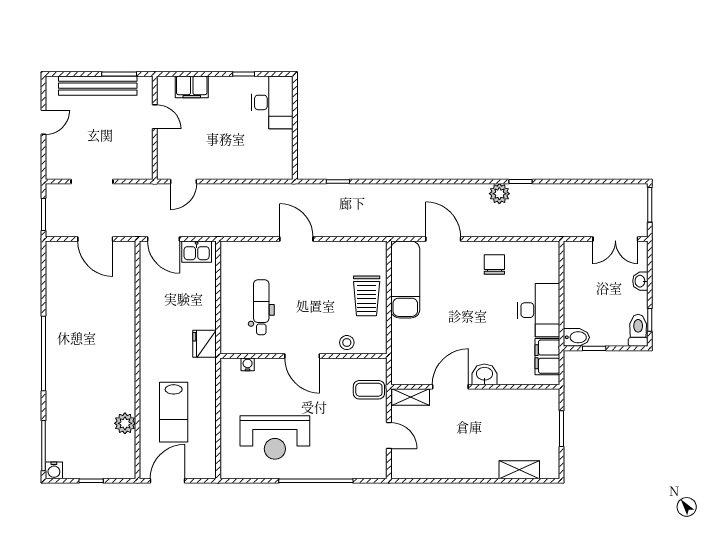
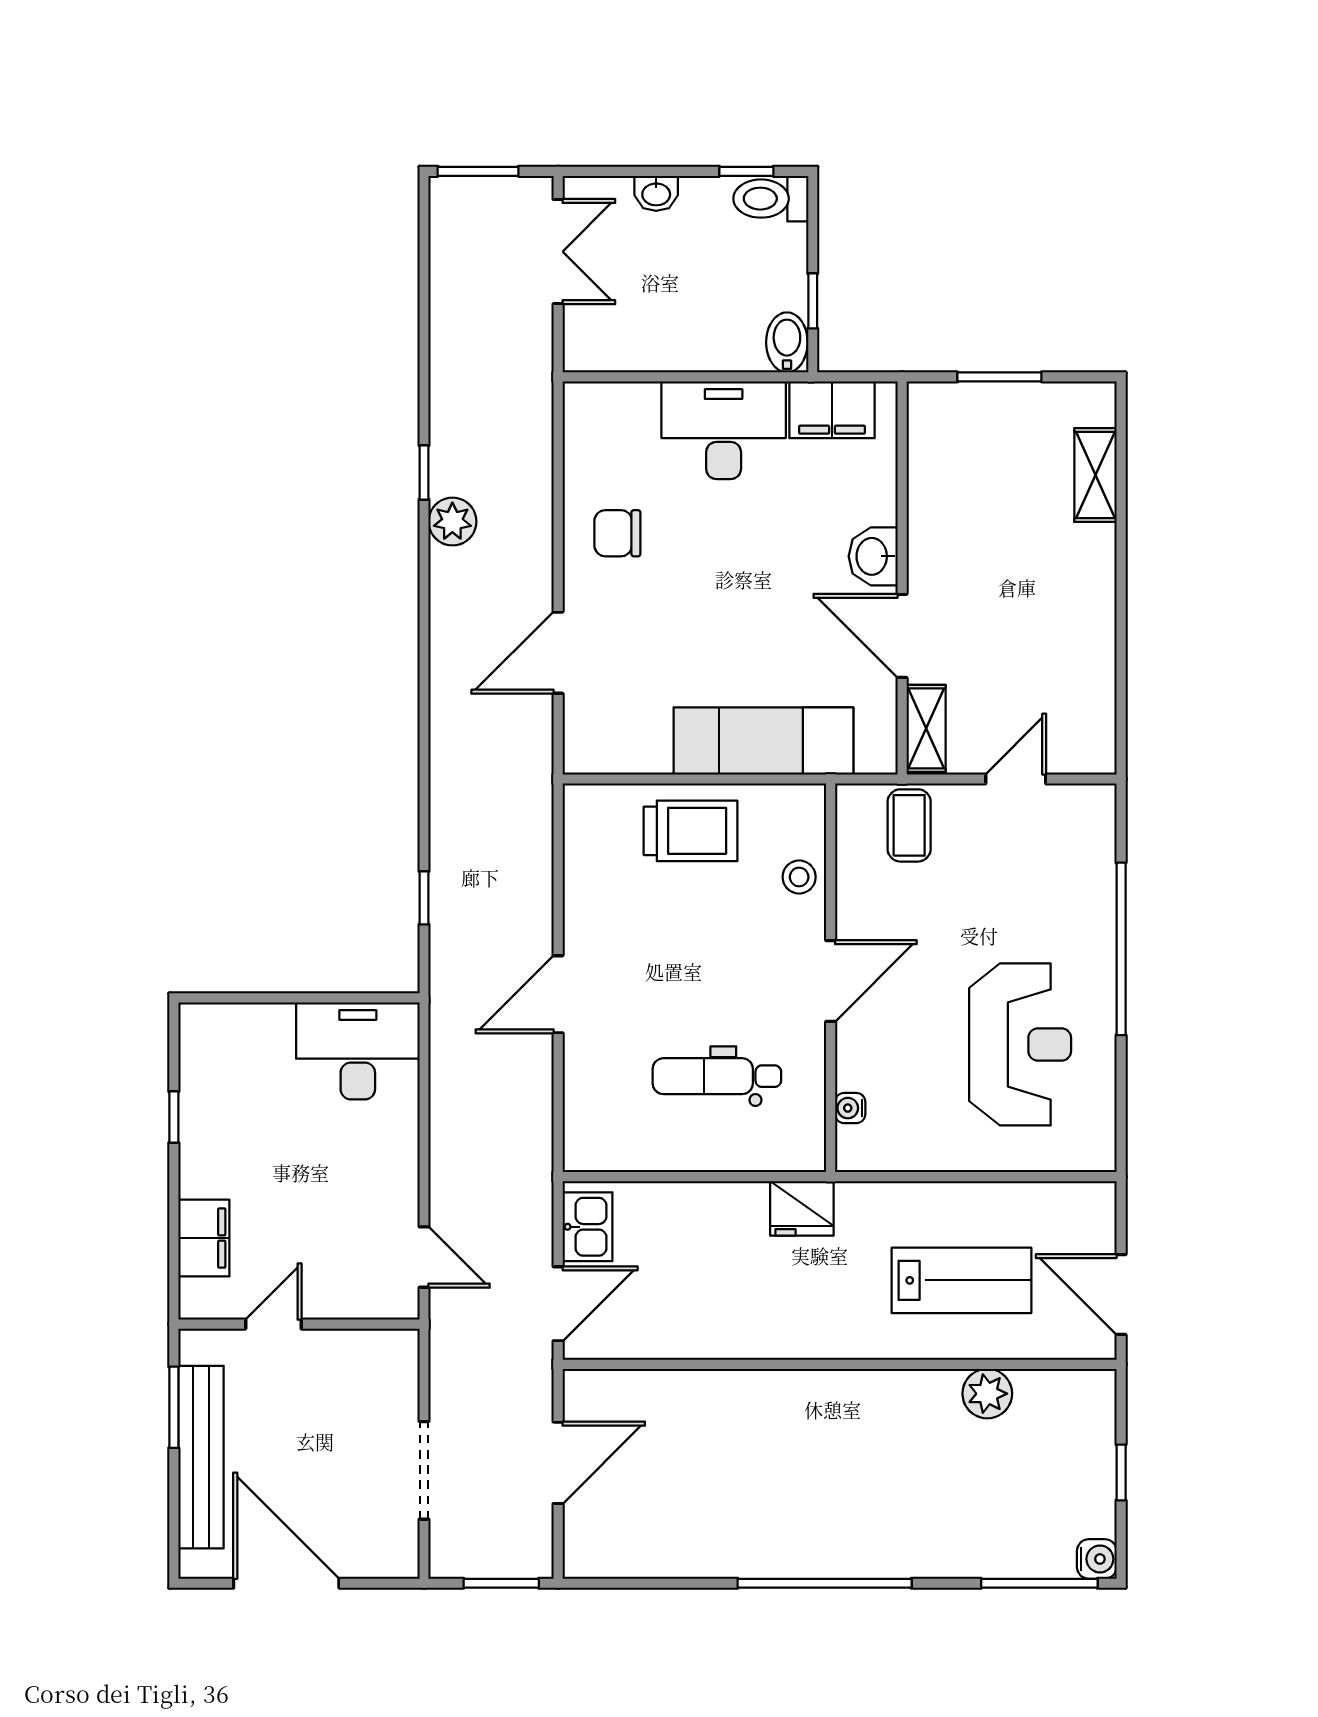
desk: (272, 102) -> (358, 1051), moved
door: (44, 122) -> (286, 1583), width x1.87
exam couch: (405, 280) -> (763, 741), moved

